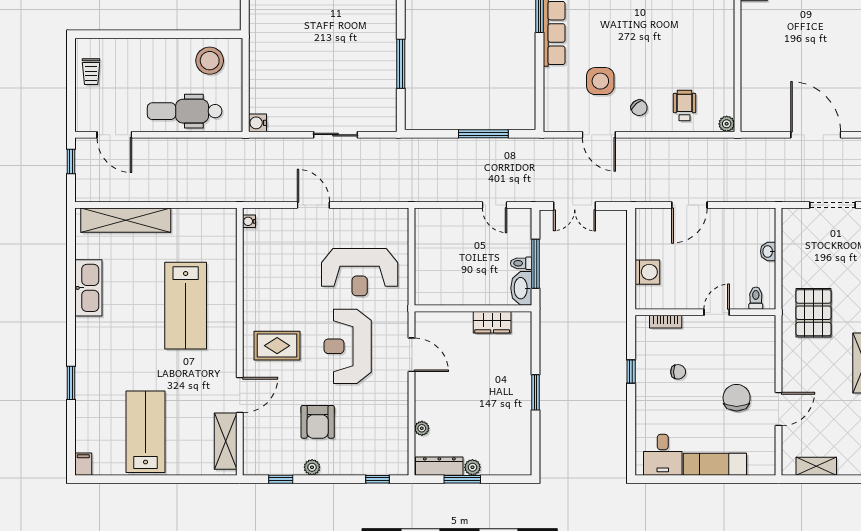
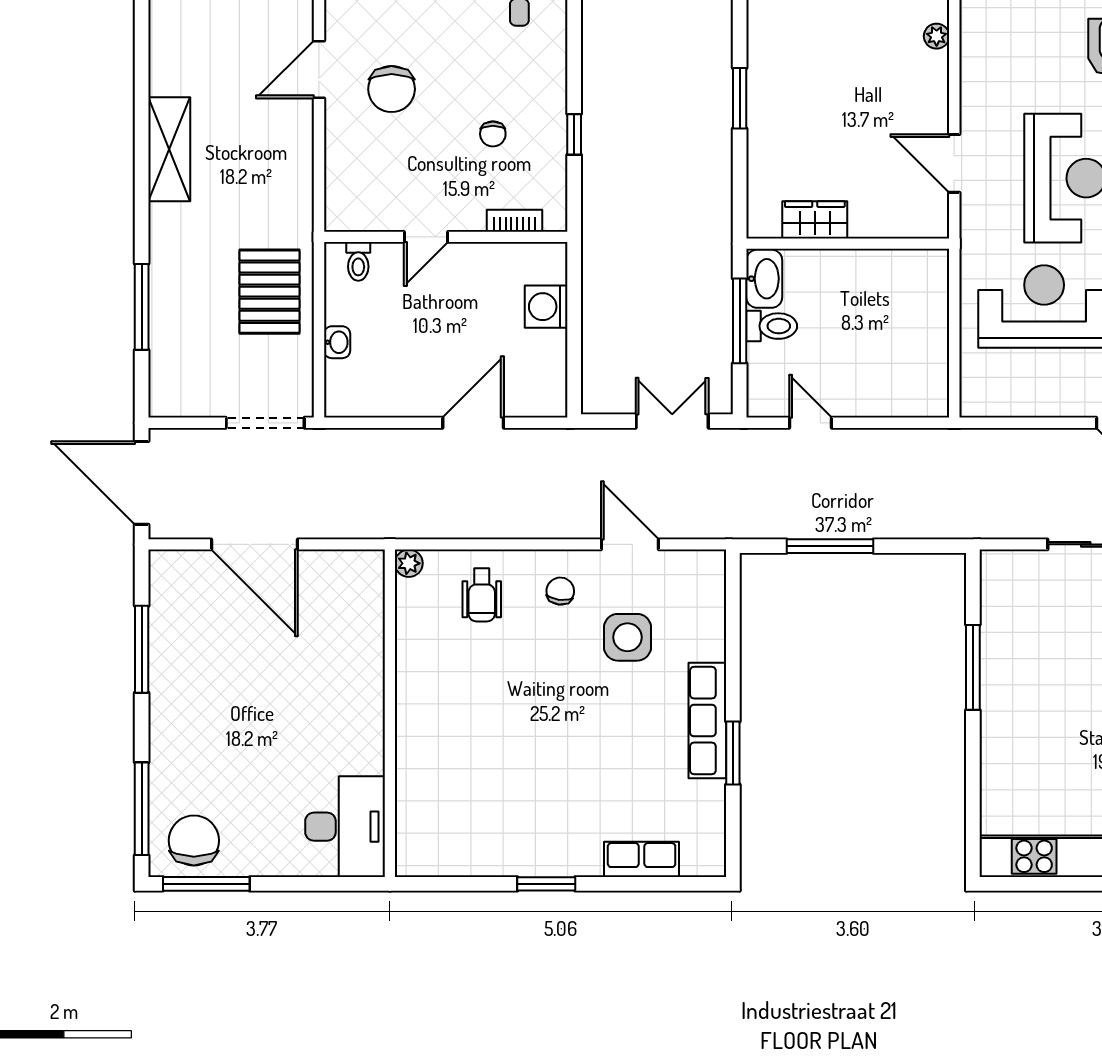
chair: (639, 108) -> (560, 591), turned 47
doorway: (832, 205) -> (265, 423), moved
toilet: (521, 263) -> (772, 326), width x1.37, depth x1.39
pallet: (814, 313) -> (269, 292), moved
chair: (678, 372) -> (493, 134), turned -90

